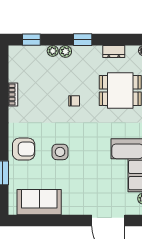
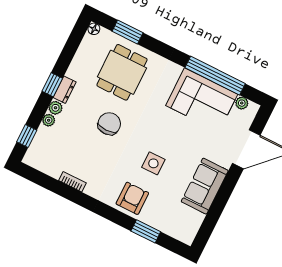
dresser: (114, 52) -> (65, 90), moved
chair: (74, 101) -> (109, 124), width x1.87, depth x1.87
sofa: (39, 202) -> (205, 186), moved

